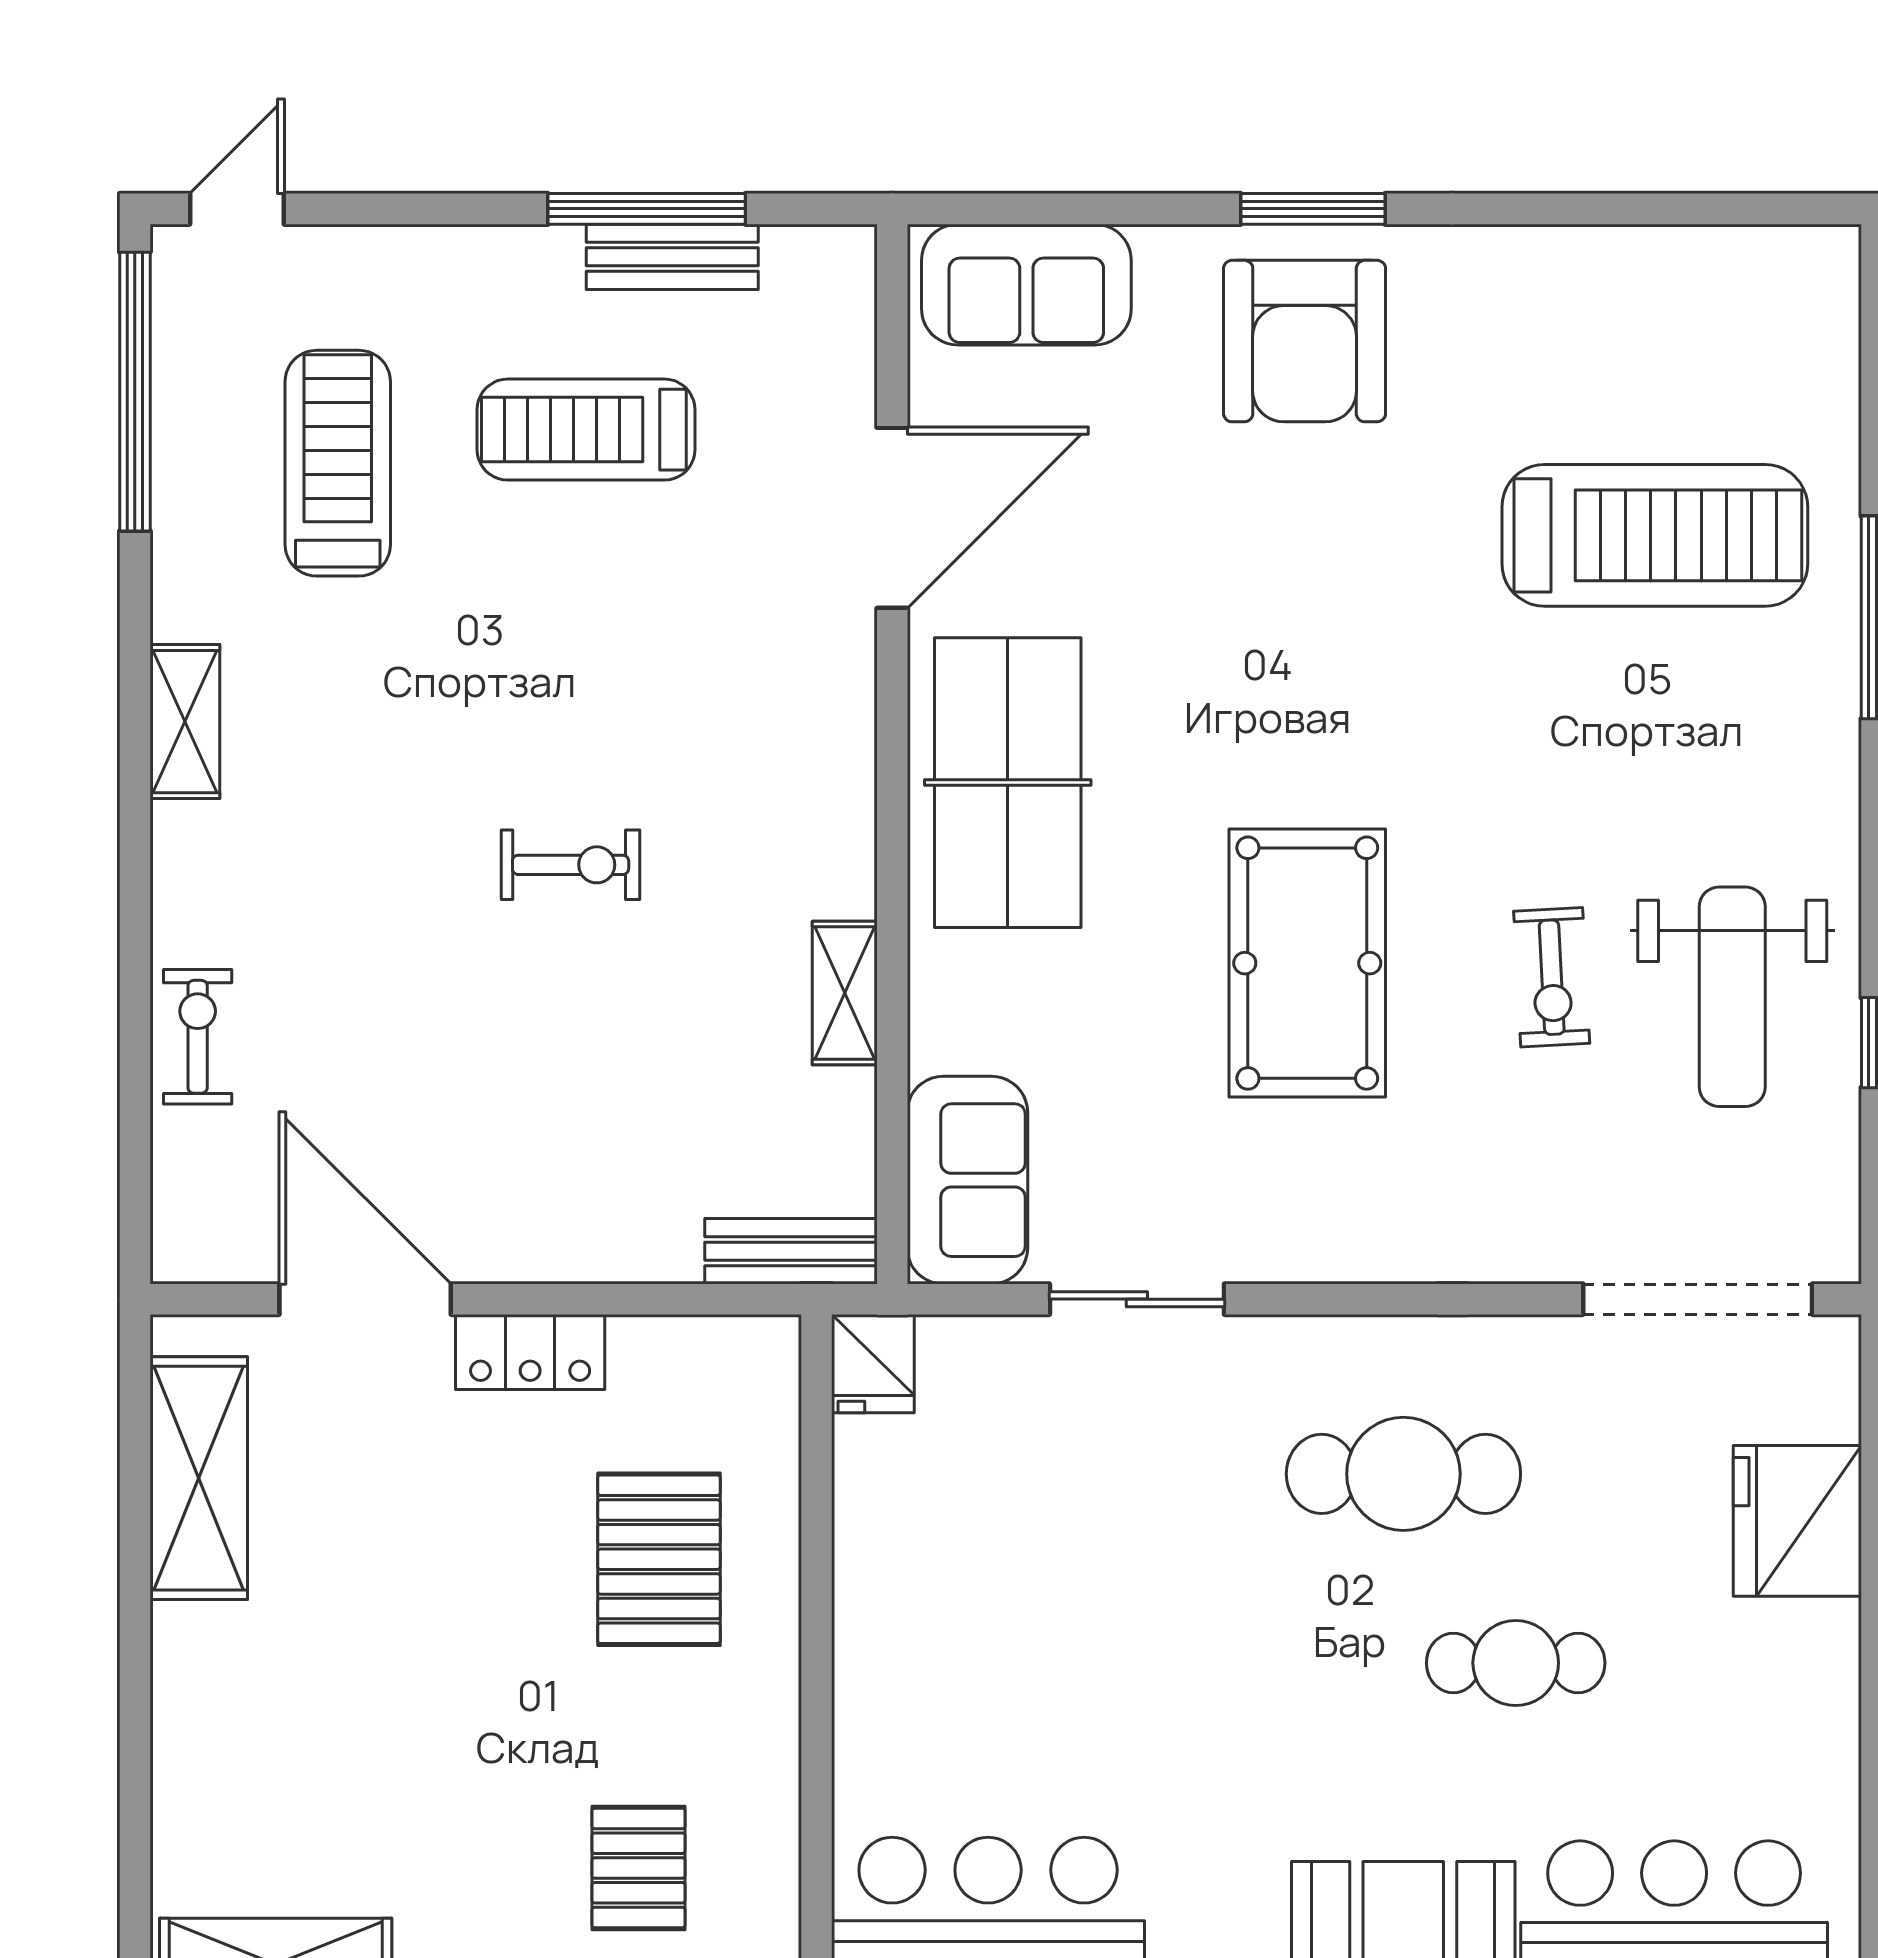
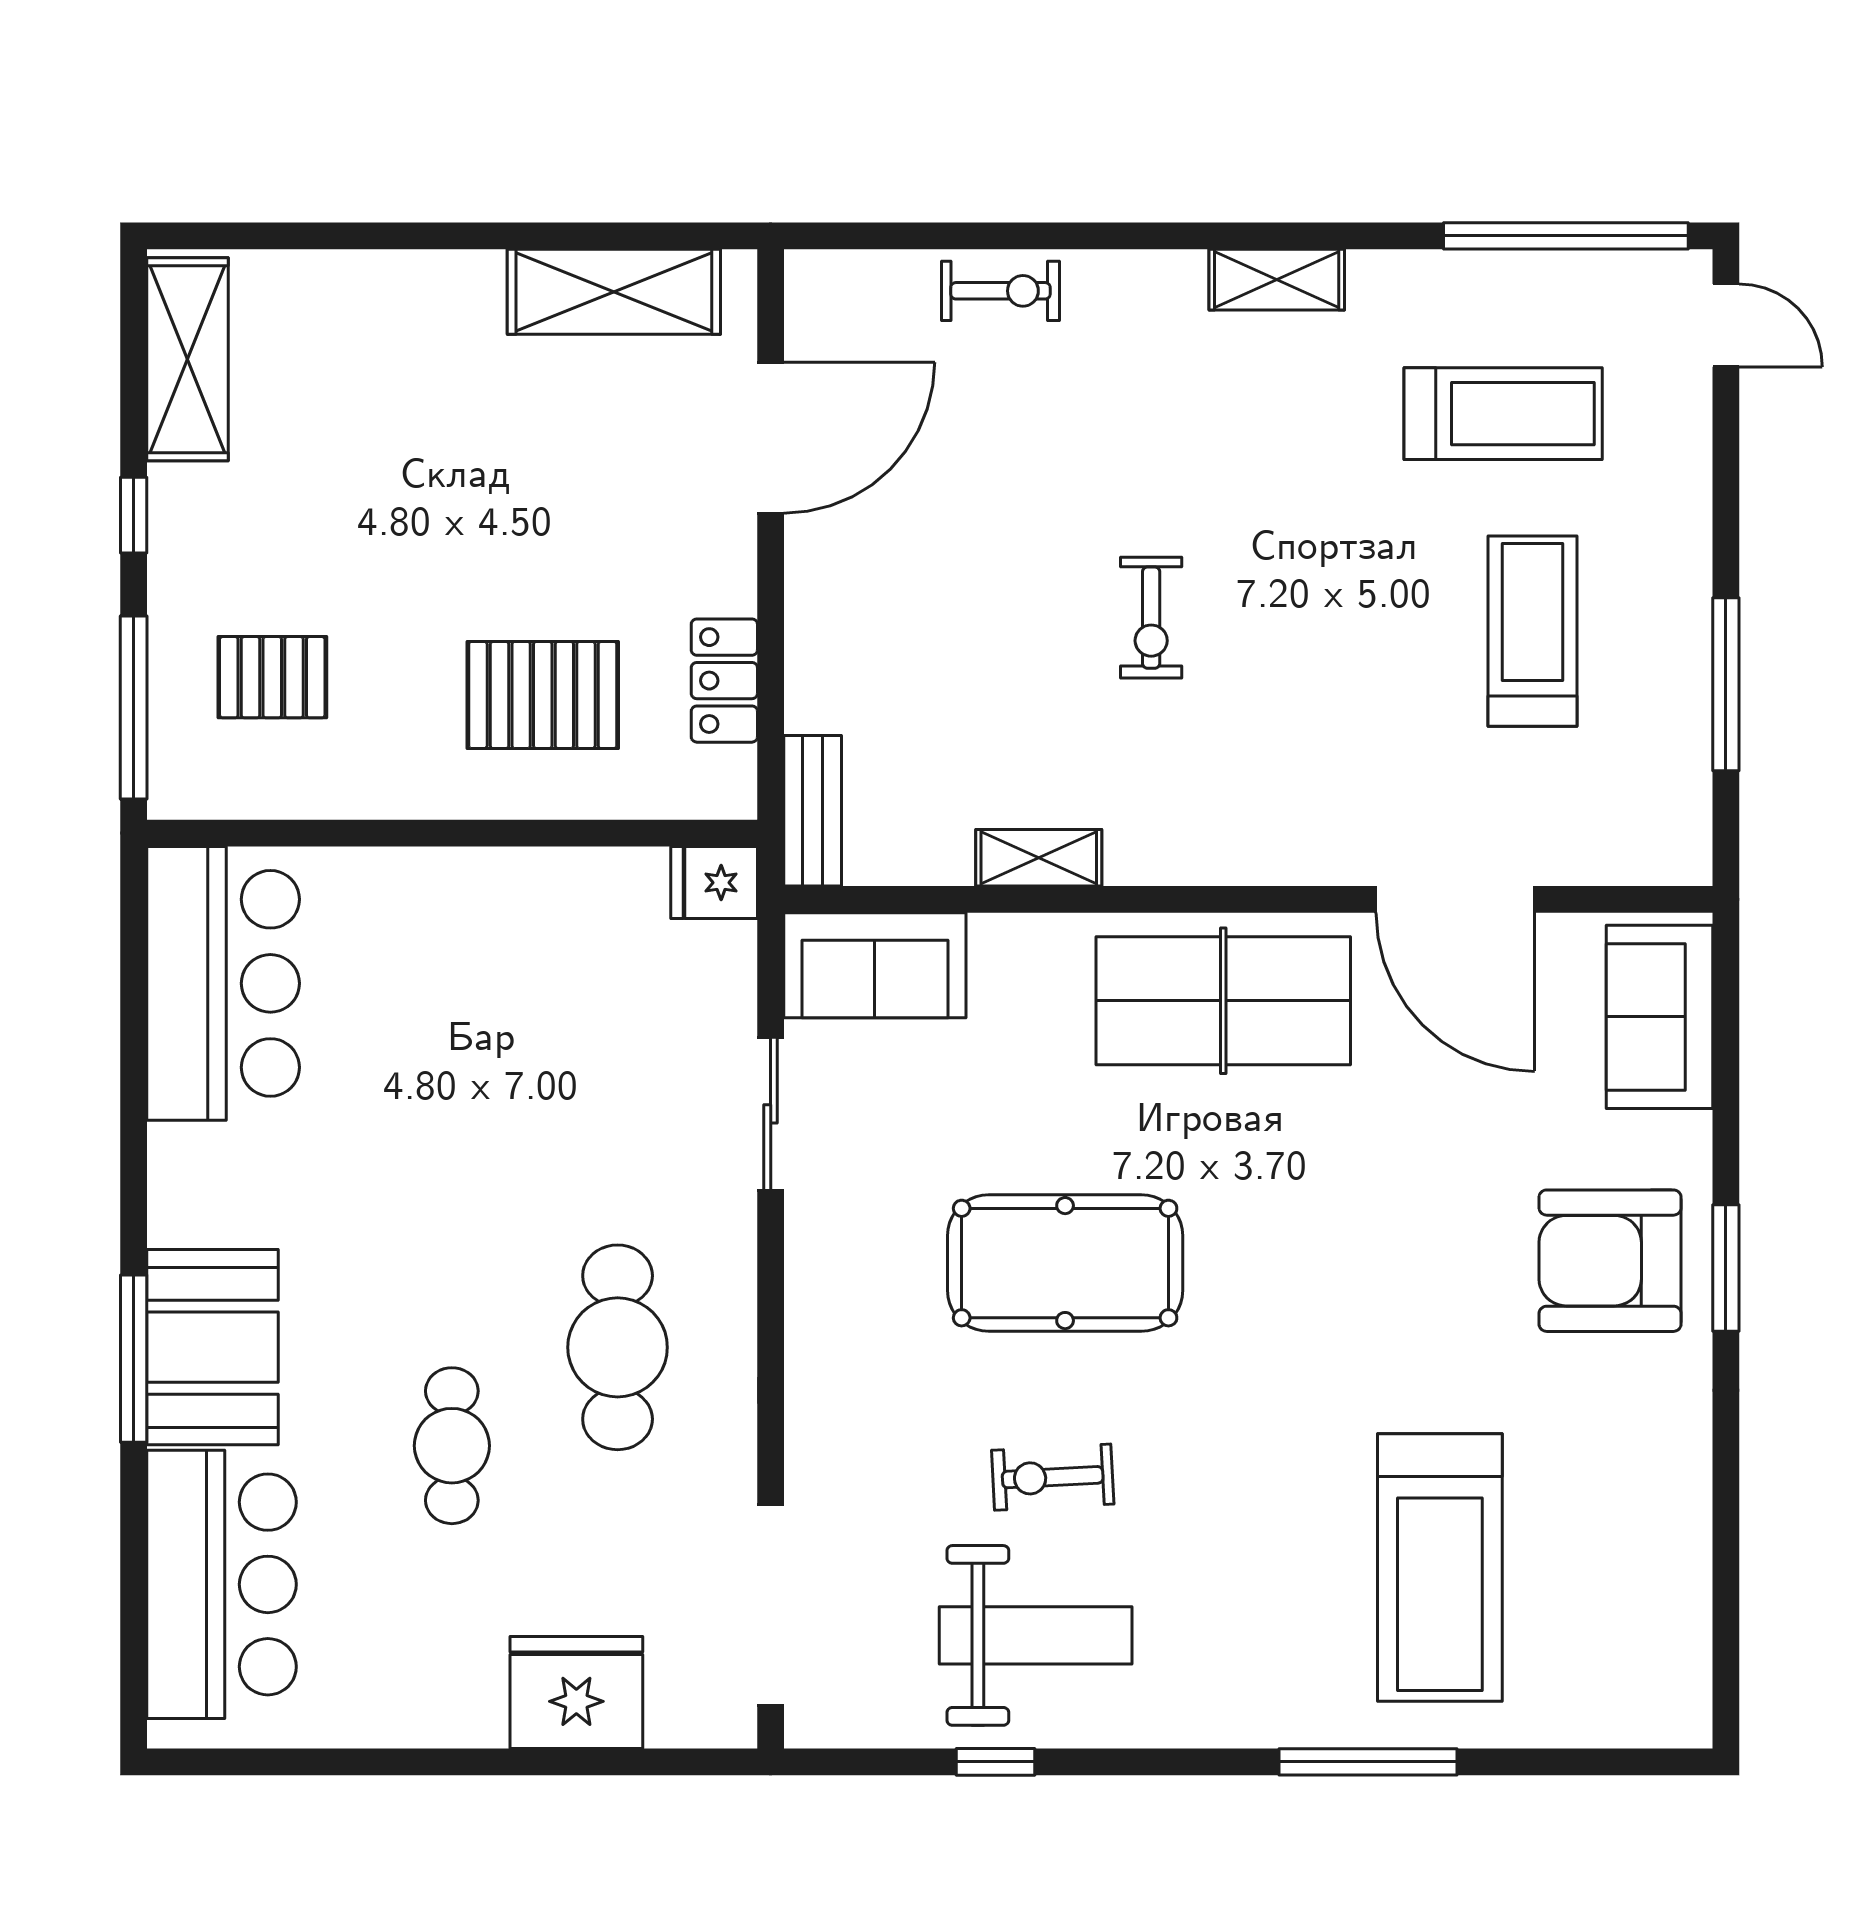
bench: (672, 257) -> (1684, 707), removed
weight bench: (1732, 997) -> (1036, 1635), turned 180
locker: (530, 1352) -> (724, 681), moved

